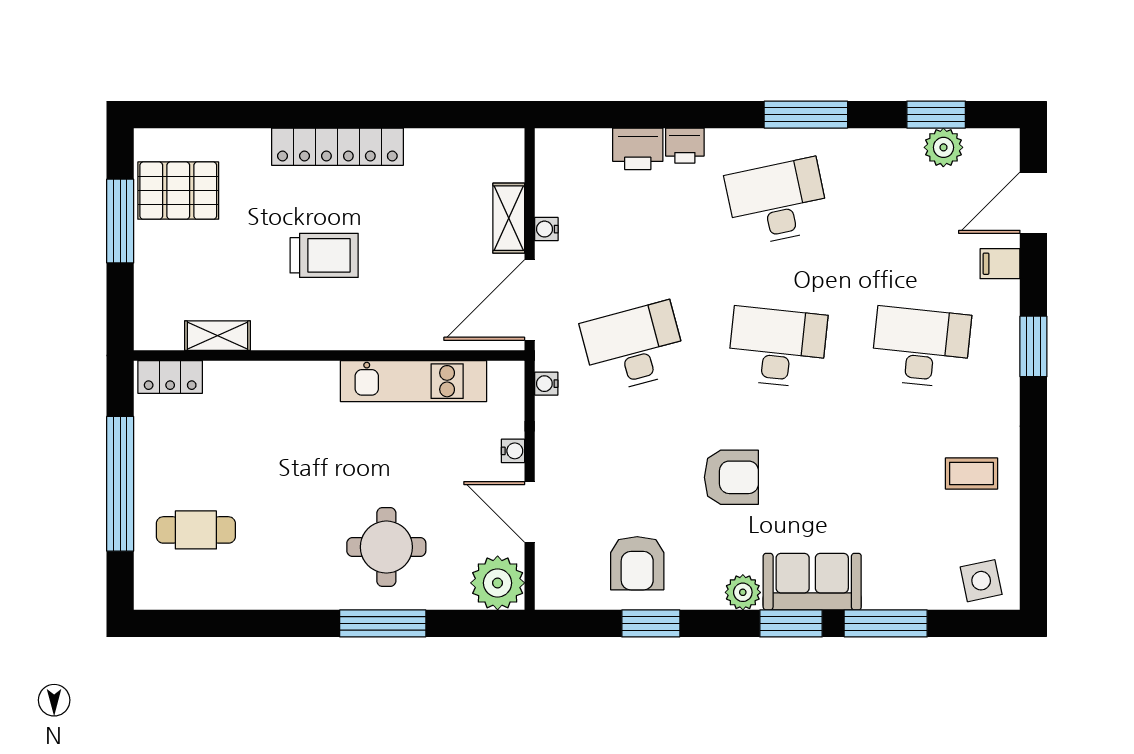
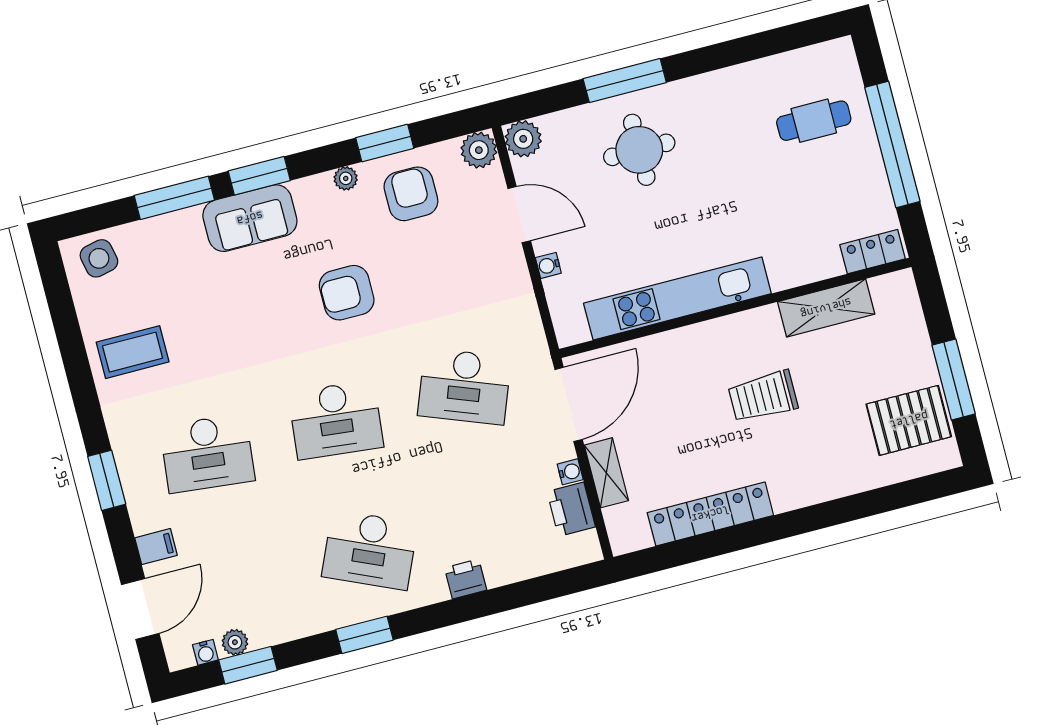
window: (806, 115) -> (365, 635), width x0.69
locker: (337, 147) -> (710, 514), moved
plant: (943, 147) -> (235, 642), width x0.73, depth x0.73
printer: (638, 149) -> (571, 509), moved, turned -90
desk: (777, 202) -> (370, 550), turned 36
shelving: (217, 336) -> (826, 308), width x1.50, depth x1.33
desk: (634, 347) -> (464, 386), turned 36
kitchen unit: (413, 381) -> (677, 298), width x1.36
water cooler: (546, 384) -> (205, 652), moved, turned 90
coffee table: (971, 474) -> (133, 352), width x1.36, depth x1.30
plant: (498, 583) -> (523, 139), width x0.73, depth x0.73
plant: (554, 590) -> (479, 150), added
plant: (743, 592) -> (346, 178), moved, width x0.73, depth x0.73

